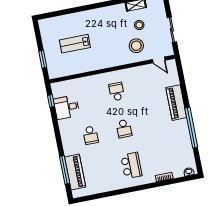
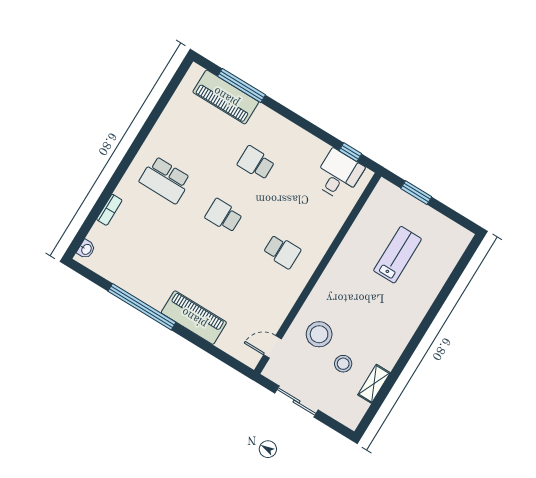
desk: (67, 107) -> (338, 175), moved

